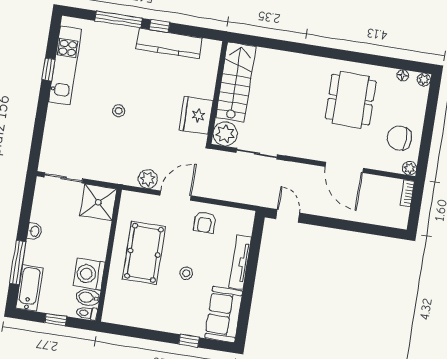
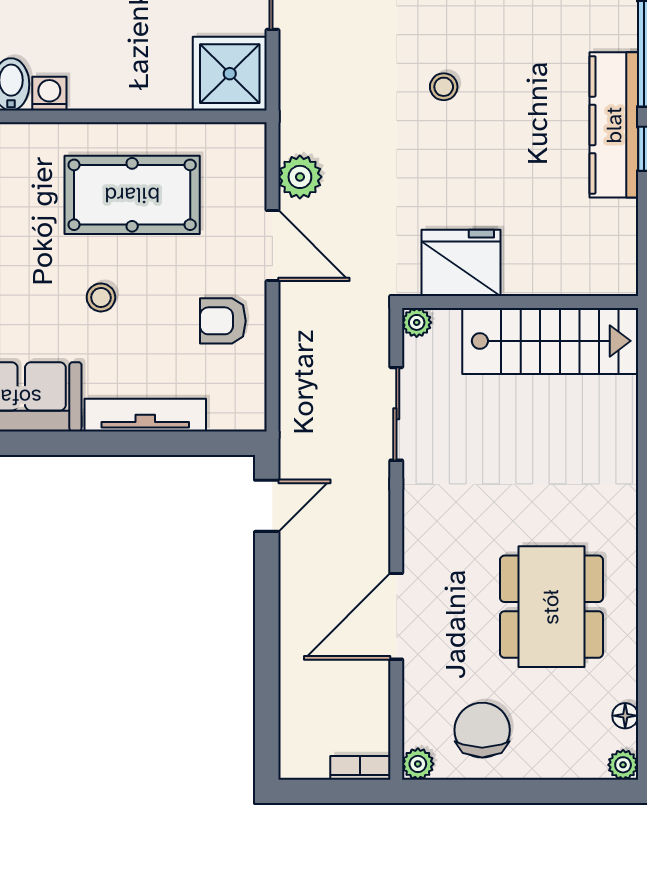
kitchen counter: (169, 43) -> (614, 125), moved
dining table: (351, 100) -> (551, 607), turned 90
plant: (225, 134) -> (417, 322), width x0.53, depth x0.53
washing machine: (89, 274) -> (49, 94), width x0.53, depth x0.53

